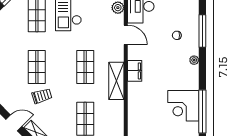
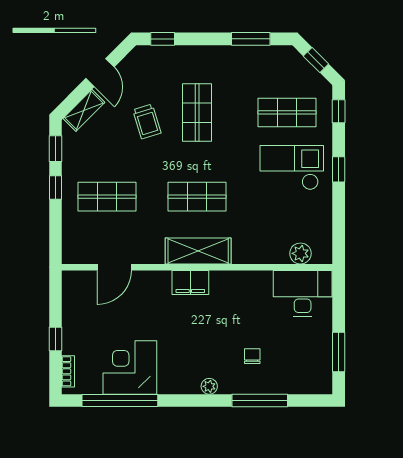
door: (126, 35) -> (114, 267), moved
shop shelf: (37, 67) -> (197, 112), turned 90
shelving: (116, 81) -> (198, 251), moved

